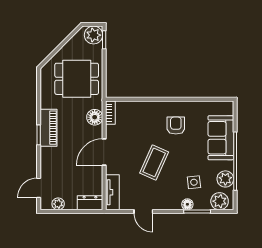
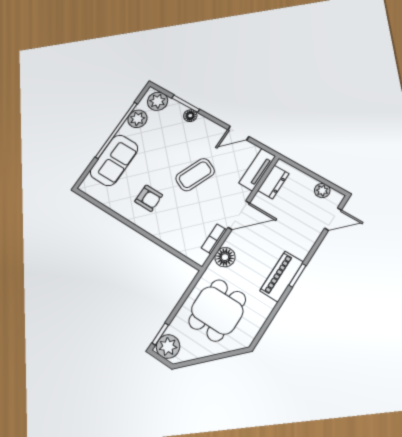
dining table: (77, 79) -> (217, 310), turned 90
bookcase: (110, 113) -> (214, 239), moved
armchair: (176, 126) -> (149, 198), turned -90
side table: (194, 182) -> (169, 133), removed
dresser: (90, 203) -> (273, 182), moved, turned -90
door: (143, 211) -> (238, 133), swing flipped

